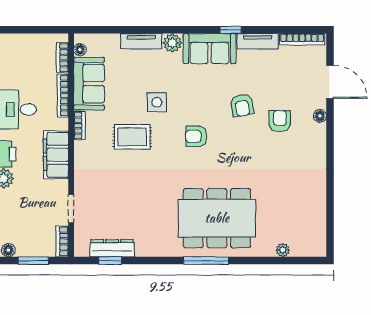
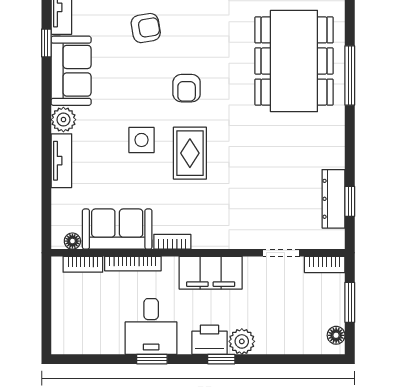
rug: (132, 137) -> (190, 153), moved

